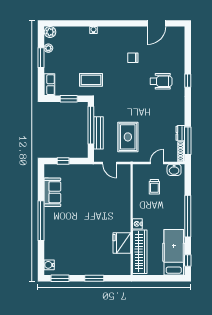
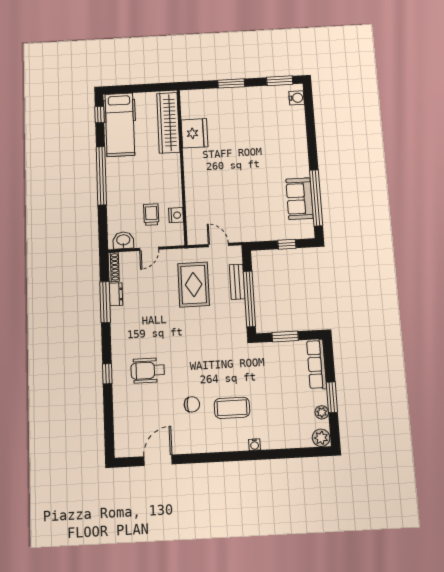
coffee table: (91, 80) -> (232, 408), moved
row of seats: (49, 85) -> (317, 364), width x1.48
bench: (99, 133) -> (237, 282), width x0.73
window: (188, 141) -> (105, 302), moved
window: (41, 221) -> (316, 198), moved
nightstand: (137, 224) -> (176, 215), moved

